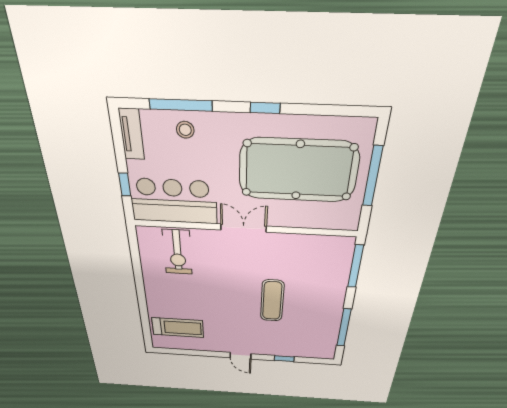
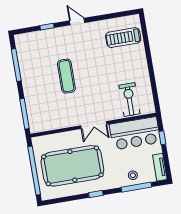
window: (373, 176) -> (34, 171), width x1.46

